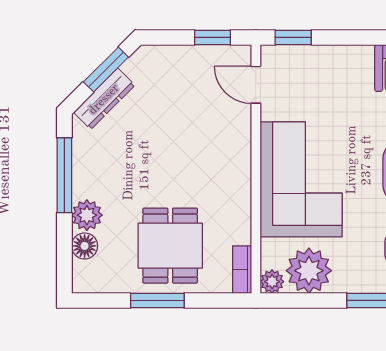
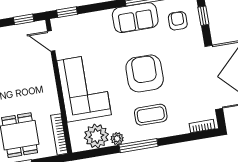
bookcase: (242, 270) -> (59, 134), width x1.56
plant: (272, 282) -> (117, 139), moved

